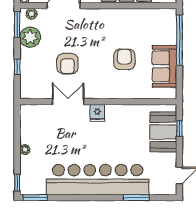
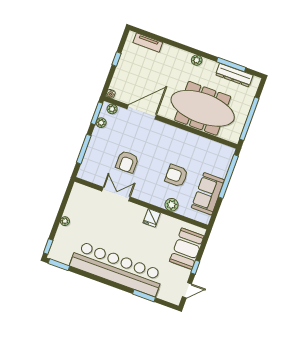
plant: (30, 37) -> (101, 123), width x0.53, depth x0.53
armchair: (124, 59) -> (176, 176), turned -90
window: (17, 67) -> (84, 149), width x2.17
plant: (131, 92) -> (171, 205), added
fridge: (97, 113) -> (152, 218), moved
window: (179, 128) -> (195, 267), moved

